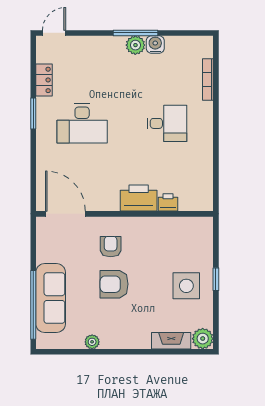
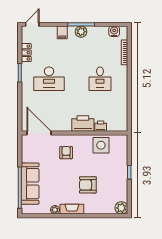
water cooler: (155, 45) -> (114, 31), moved
filing cabinet: (104, 46) -> (62, 32), added
desk: (167, 123) -> (100, 79), turned 90
armchair: (114, 284) -> (88, 185), moved
side table: (186, 286) -> (101, 145), moved
fireplace: (171, 341) -> (72, 209), moved

